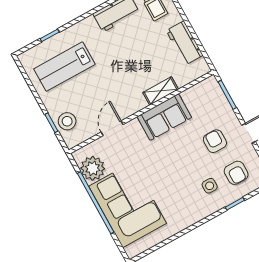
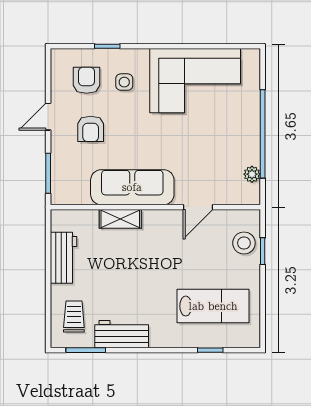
sofa: (164, 117) -> (132, 187), width x1.36
plant: (93, 168) -> (252, 174), width x0.53, depth x0.53
corner sofa: (128, 205) -> (195, 81), moved, turned -90

